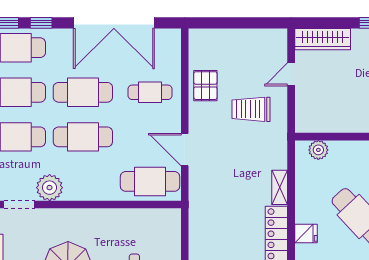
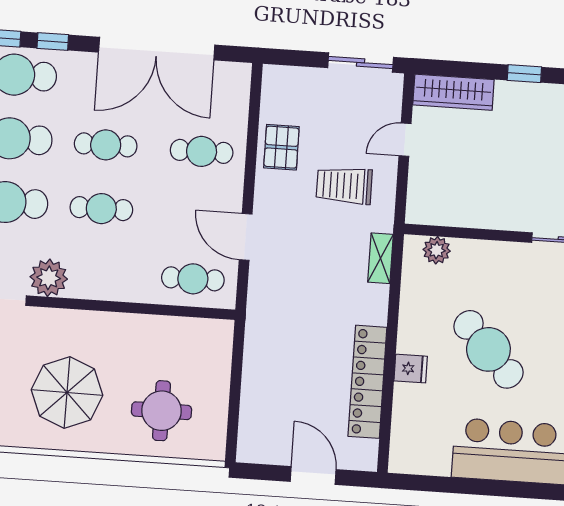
sliding door: (257, 23) -> (361, 63), added
cafe table: (83, 92) -> (106, 145), width x0.73, depth x0.74
cafe table: (83, 137) -> (101, 209), width x0.73, depth x0.74
cafe table: (150, 181) -> (193, 279), width x0.73, depth x0.74
shelving: (280, 187) -> (381, 258), moved

